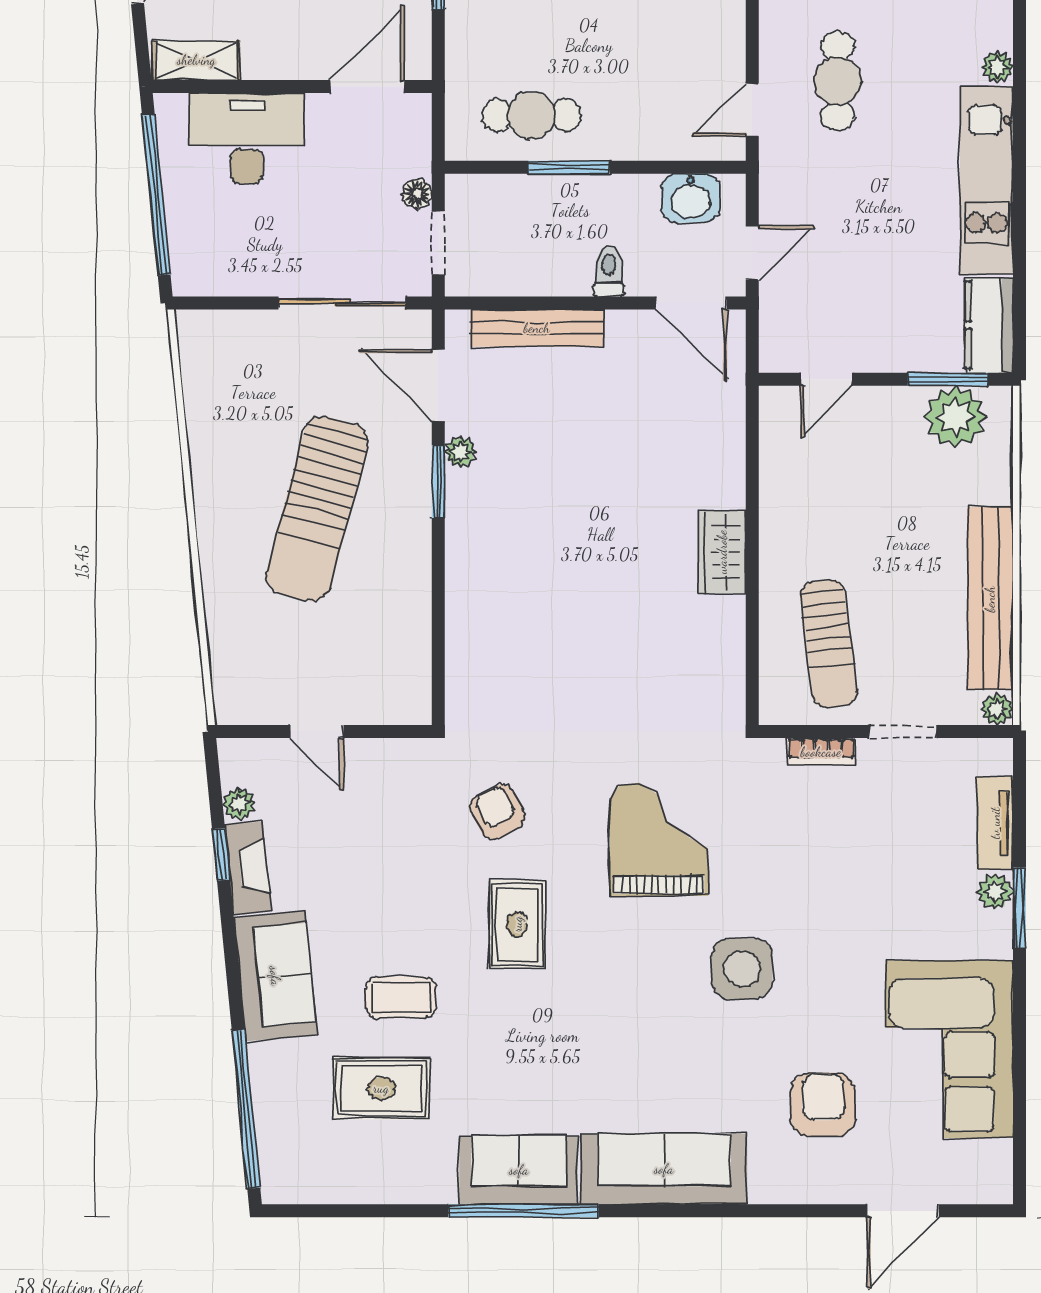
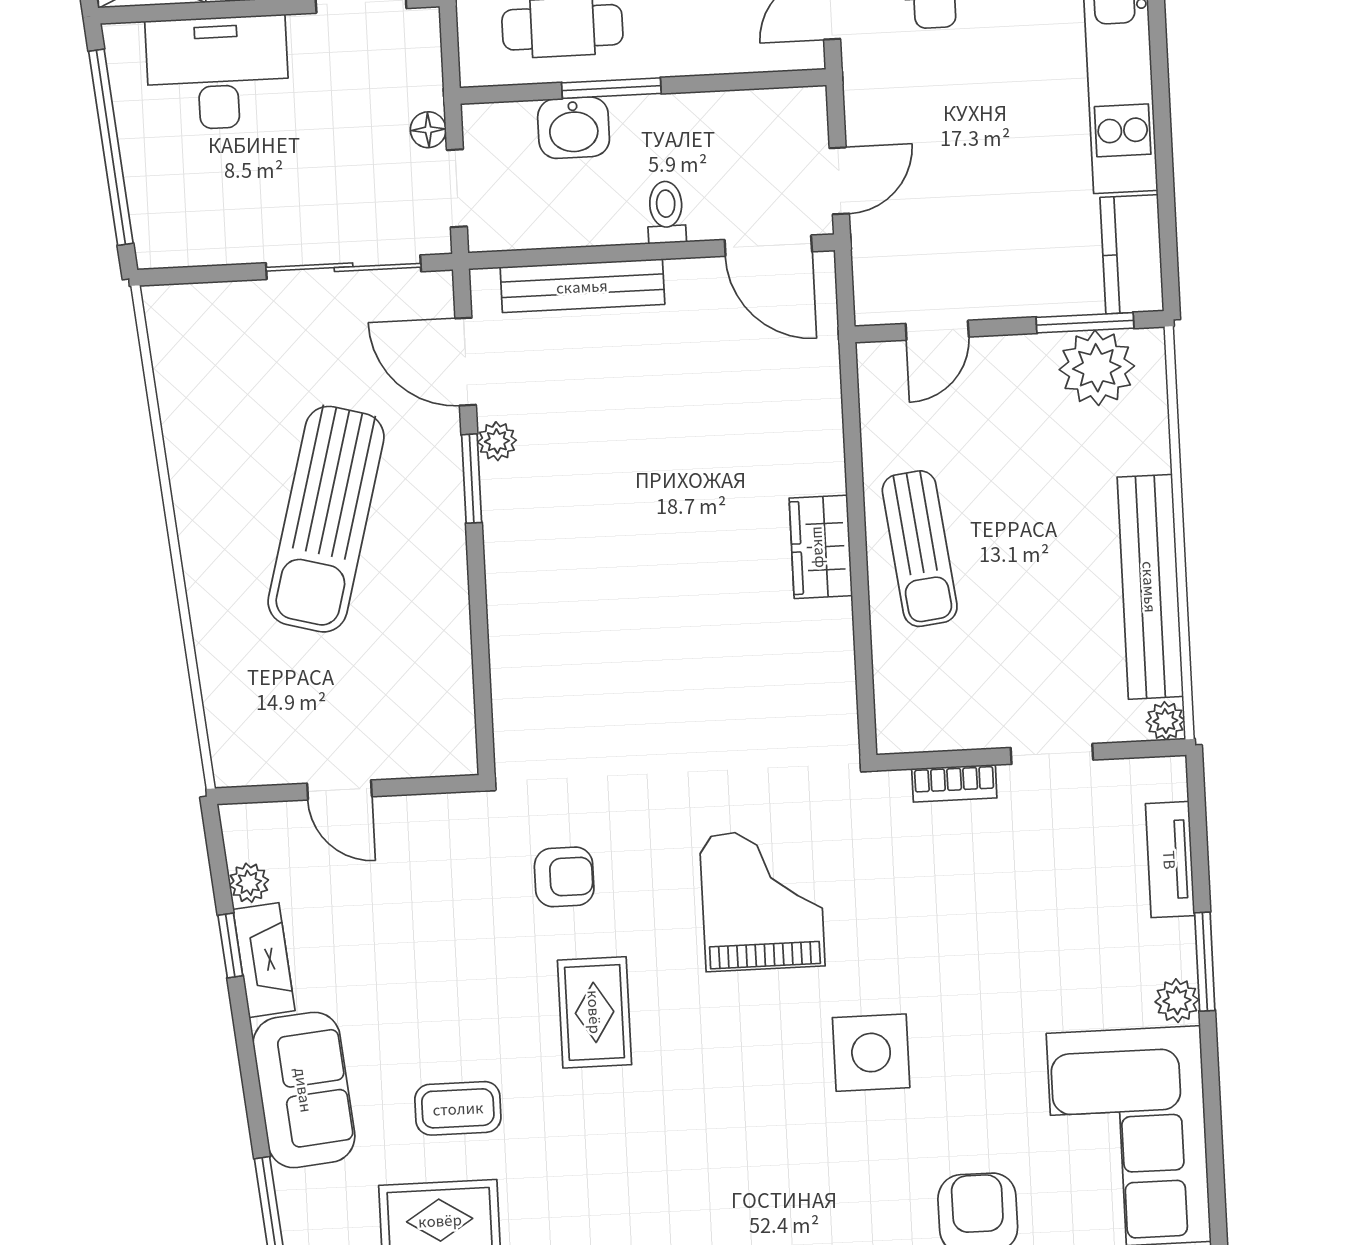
washbasin: (691, 198) -> (574, 128), moved
sun lounger: (829, 643) -> (920, 549), moved
armchair: (498, 812) -> (564, 877), turned 119
plant: (995, 891) -> (1177, 1001), moved

